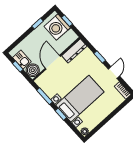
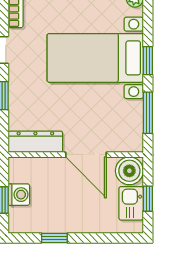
washing machine: (57, 27) -> (19, 195), width x0.53, depth x0.53
door: (53, 62) -> (86, 155), hinge flipped

